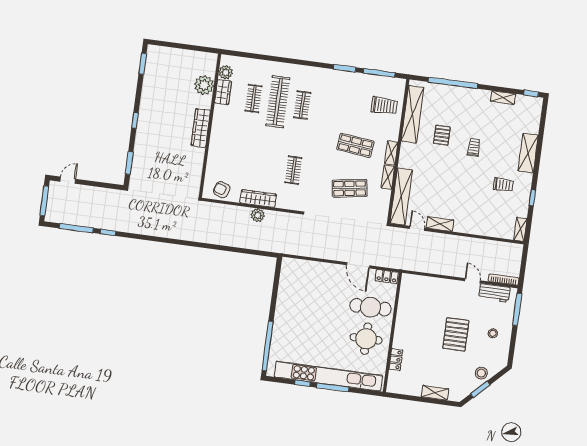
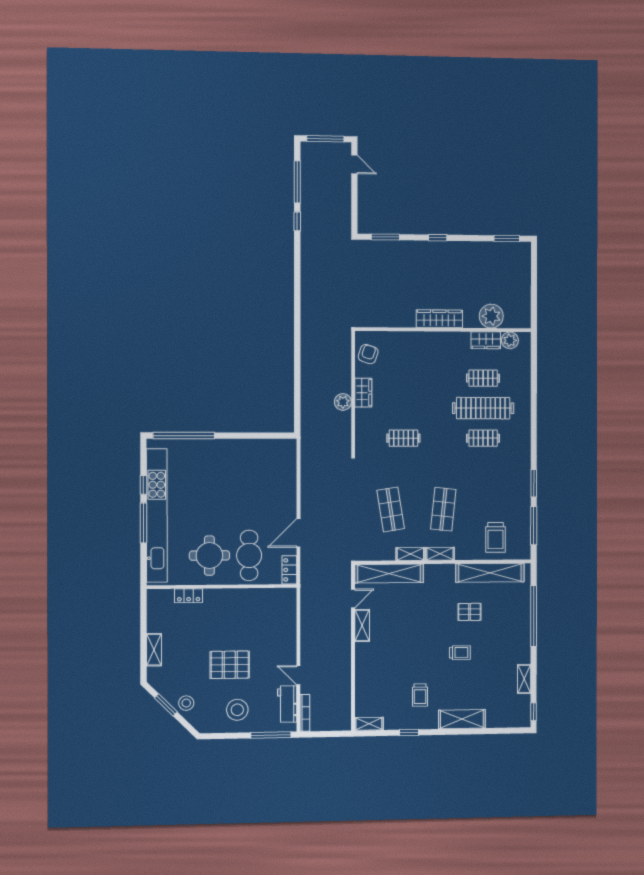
wardrobe: (258, 199) -> (363, 393), width x0.67
door: (472, 281) -> (298, 675), swing flipped
stool: (493, 333) -> (237, 710), width x1.89, depth x1.89

